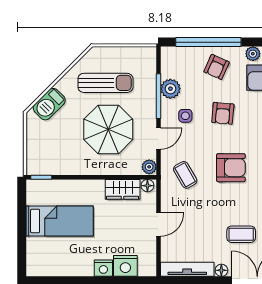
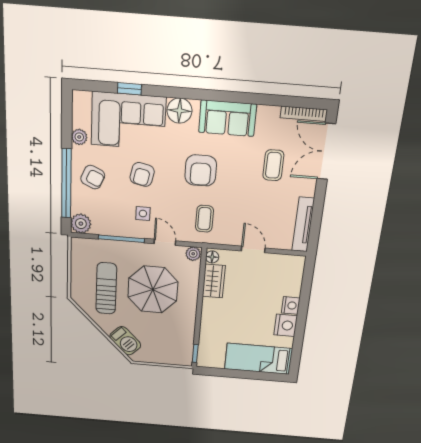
plant: (170, 89) -> (81, 224), moved
armchair: (223, 113) -> (142, 174), turned 97
armchair: (231, 168) -> (201, 170), turned 180
coffee table: (185, 175) -> (204, 219), turned -60
bed: (60, 221) -> (258, 359), moved, turned -90
nightstand: (125, 266) -> (286, 325), moved
floor lamp: (221, 270) -> (309, 189), removed

